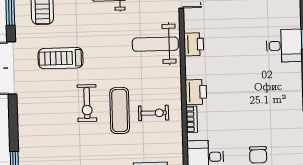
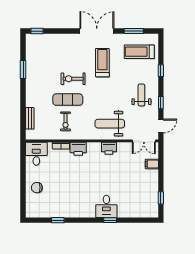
weight bench: (155, 44) -> (110, 124), turned -90

